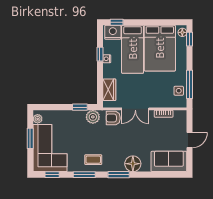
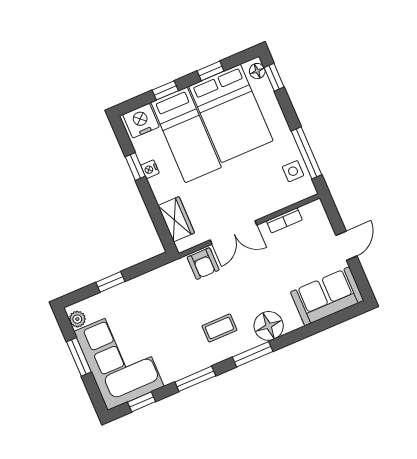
window: (117, 22) -> (165, 90), moved
window: (159, 22) -> (211, 71), added
window: (80, 107) -> (110, 282), moved
plant: (93, 117) -> (168, 276), removed
armchair: (113, 118) -> (203, 264), turned -90
coffee table: (93, 160) -> (219, 328), moved

